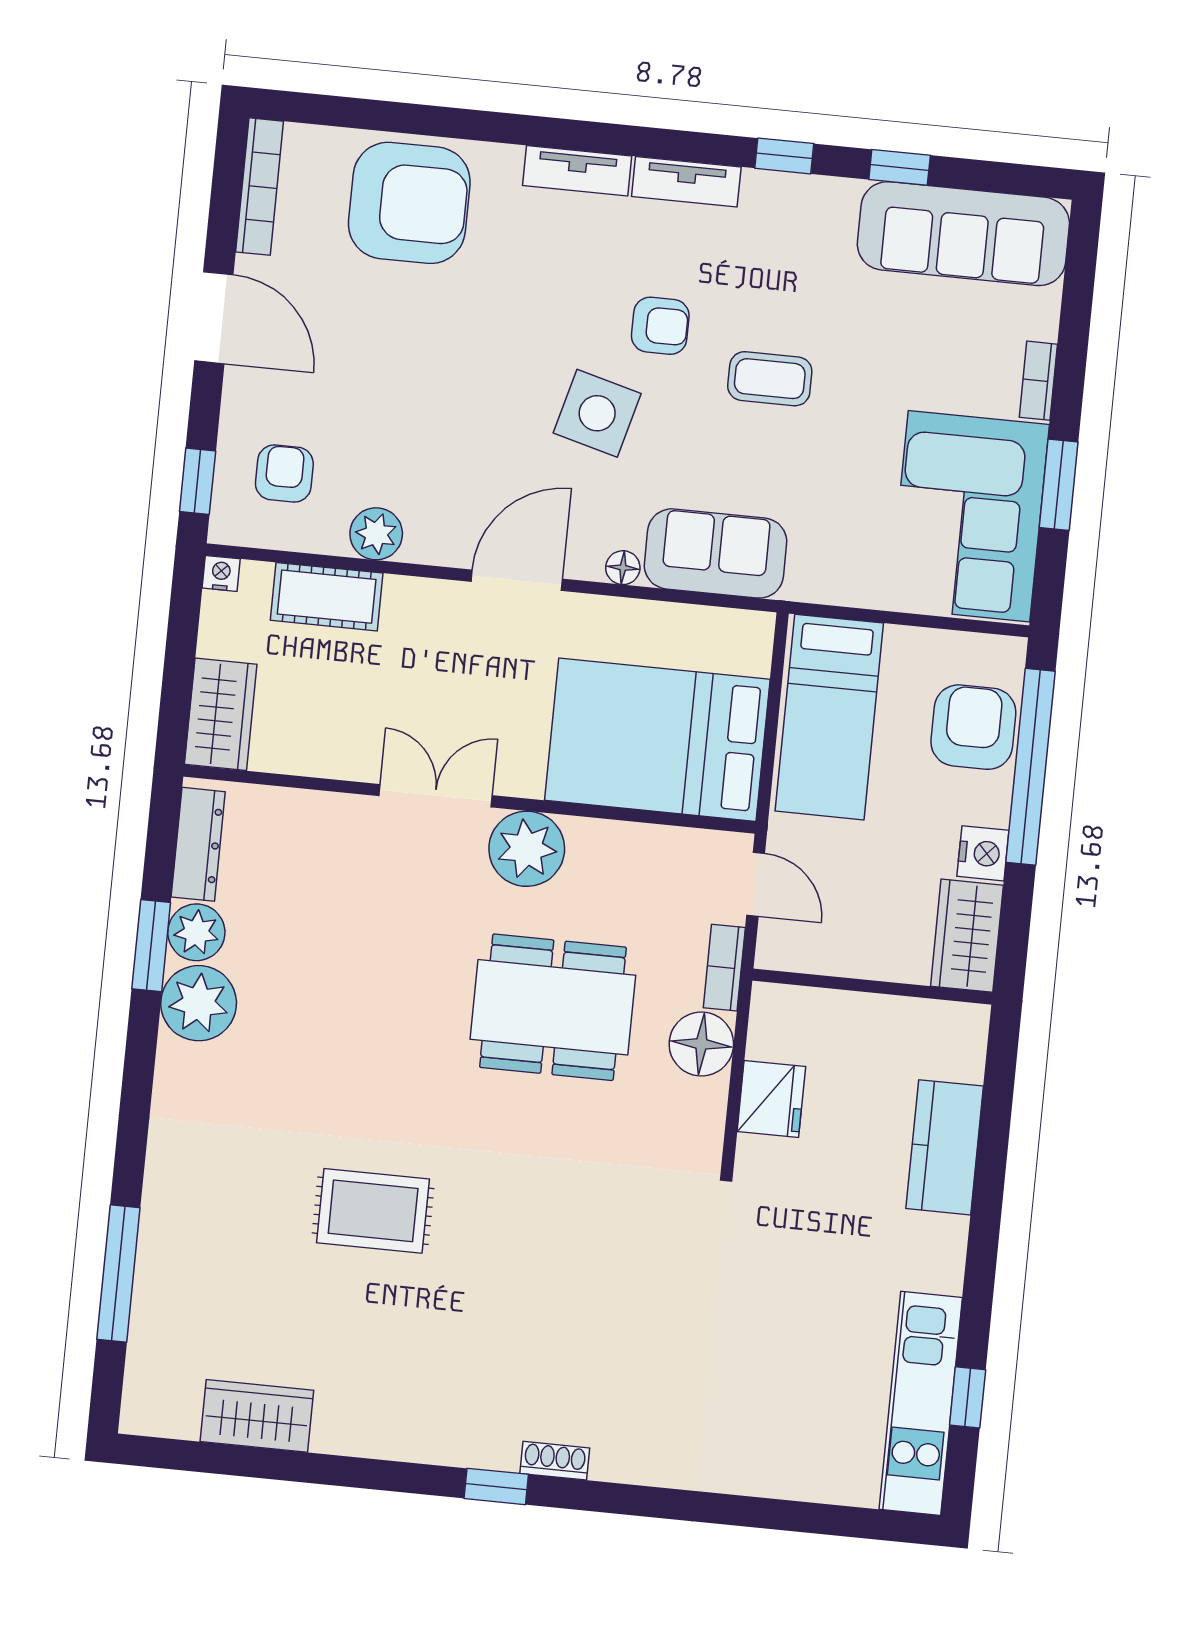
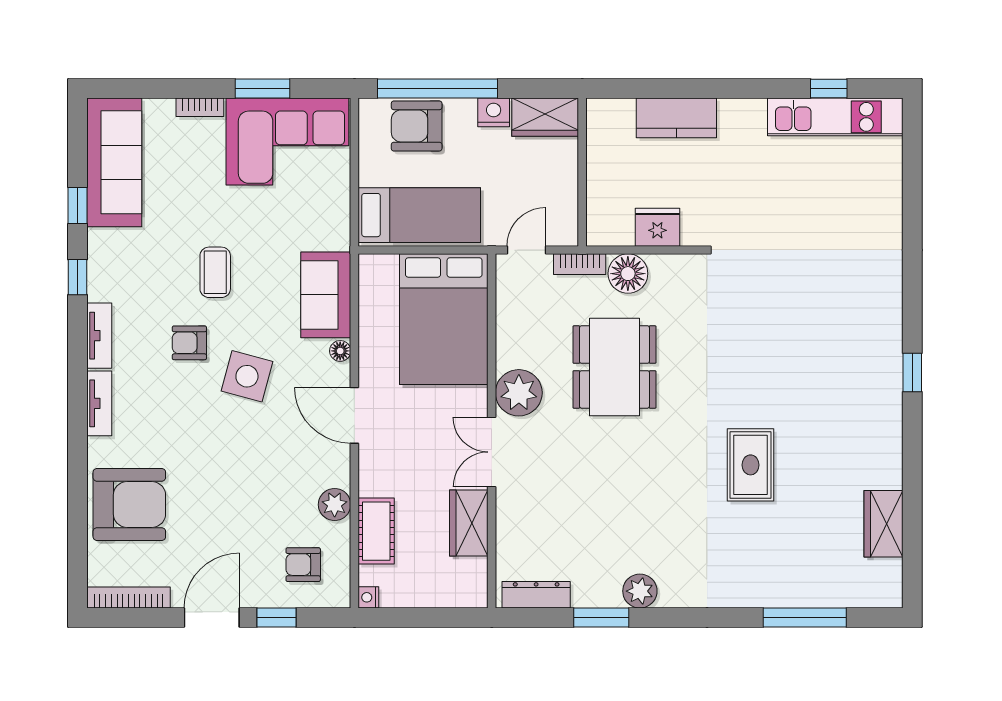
armchair: (409, 203) -> (129, 504), turned 90
armchair: (660, 326) -> (189, 343), turned -90
window: (198, 481) -> (277, 617), moved
wardrobe: (221, 714) -> (469, 523), moved, turned -90
plant: (196, 932) -> (590, 591), removed
plant: (199, 1003) -> (640, 591), width x0.73, depth x0.73
shoe rack: (555, 1461) -> (893, 338), removed

